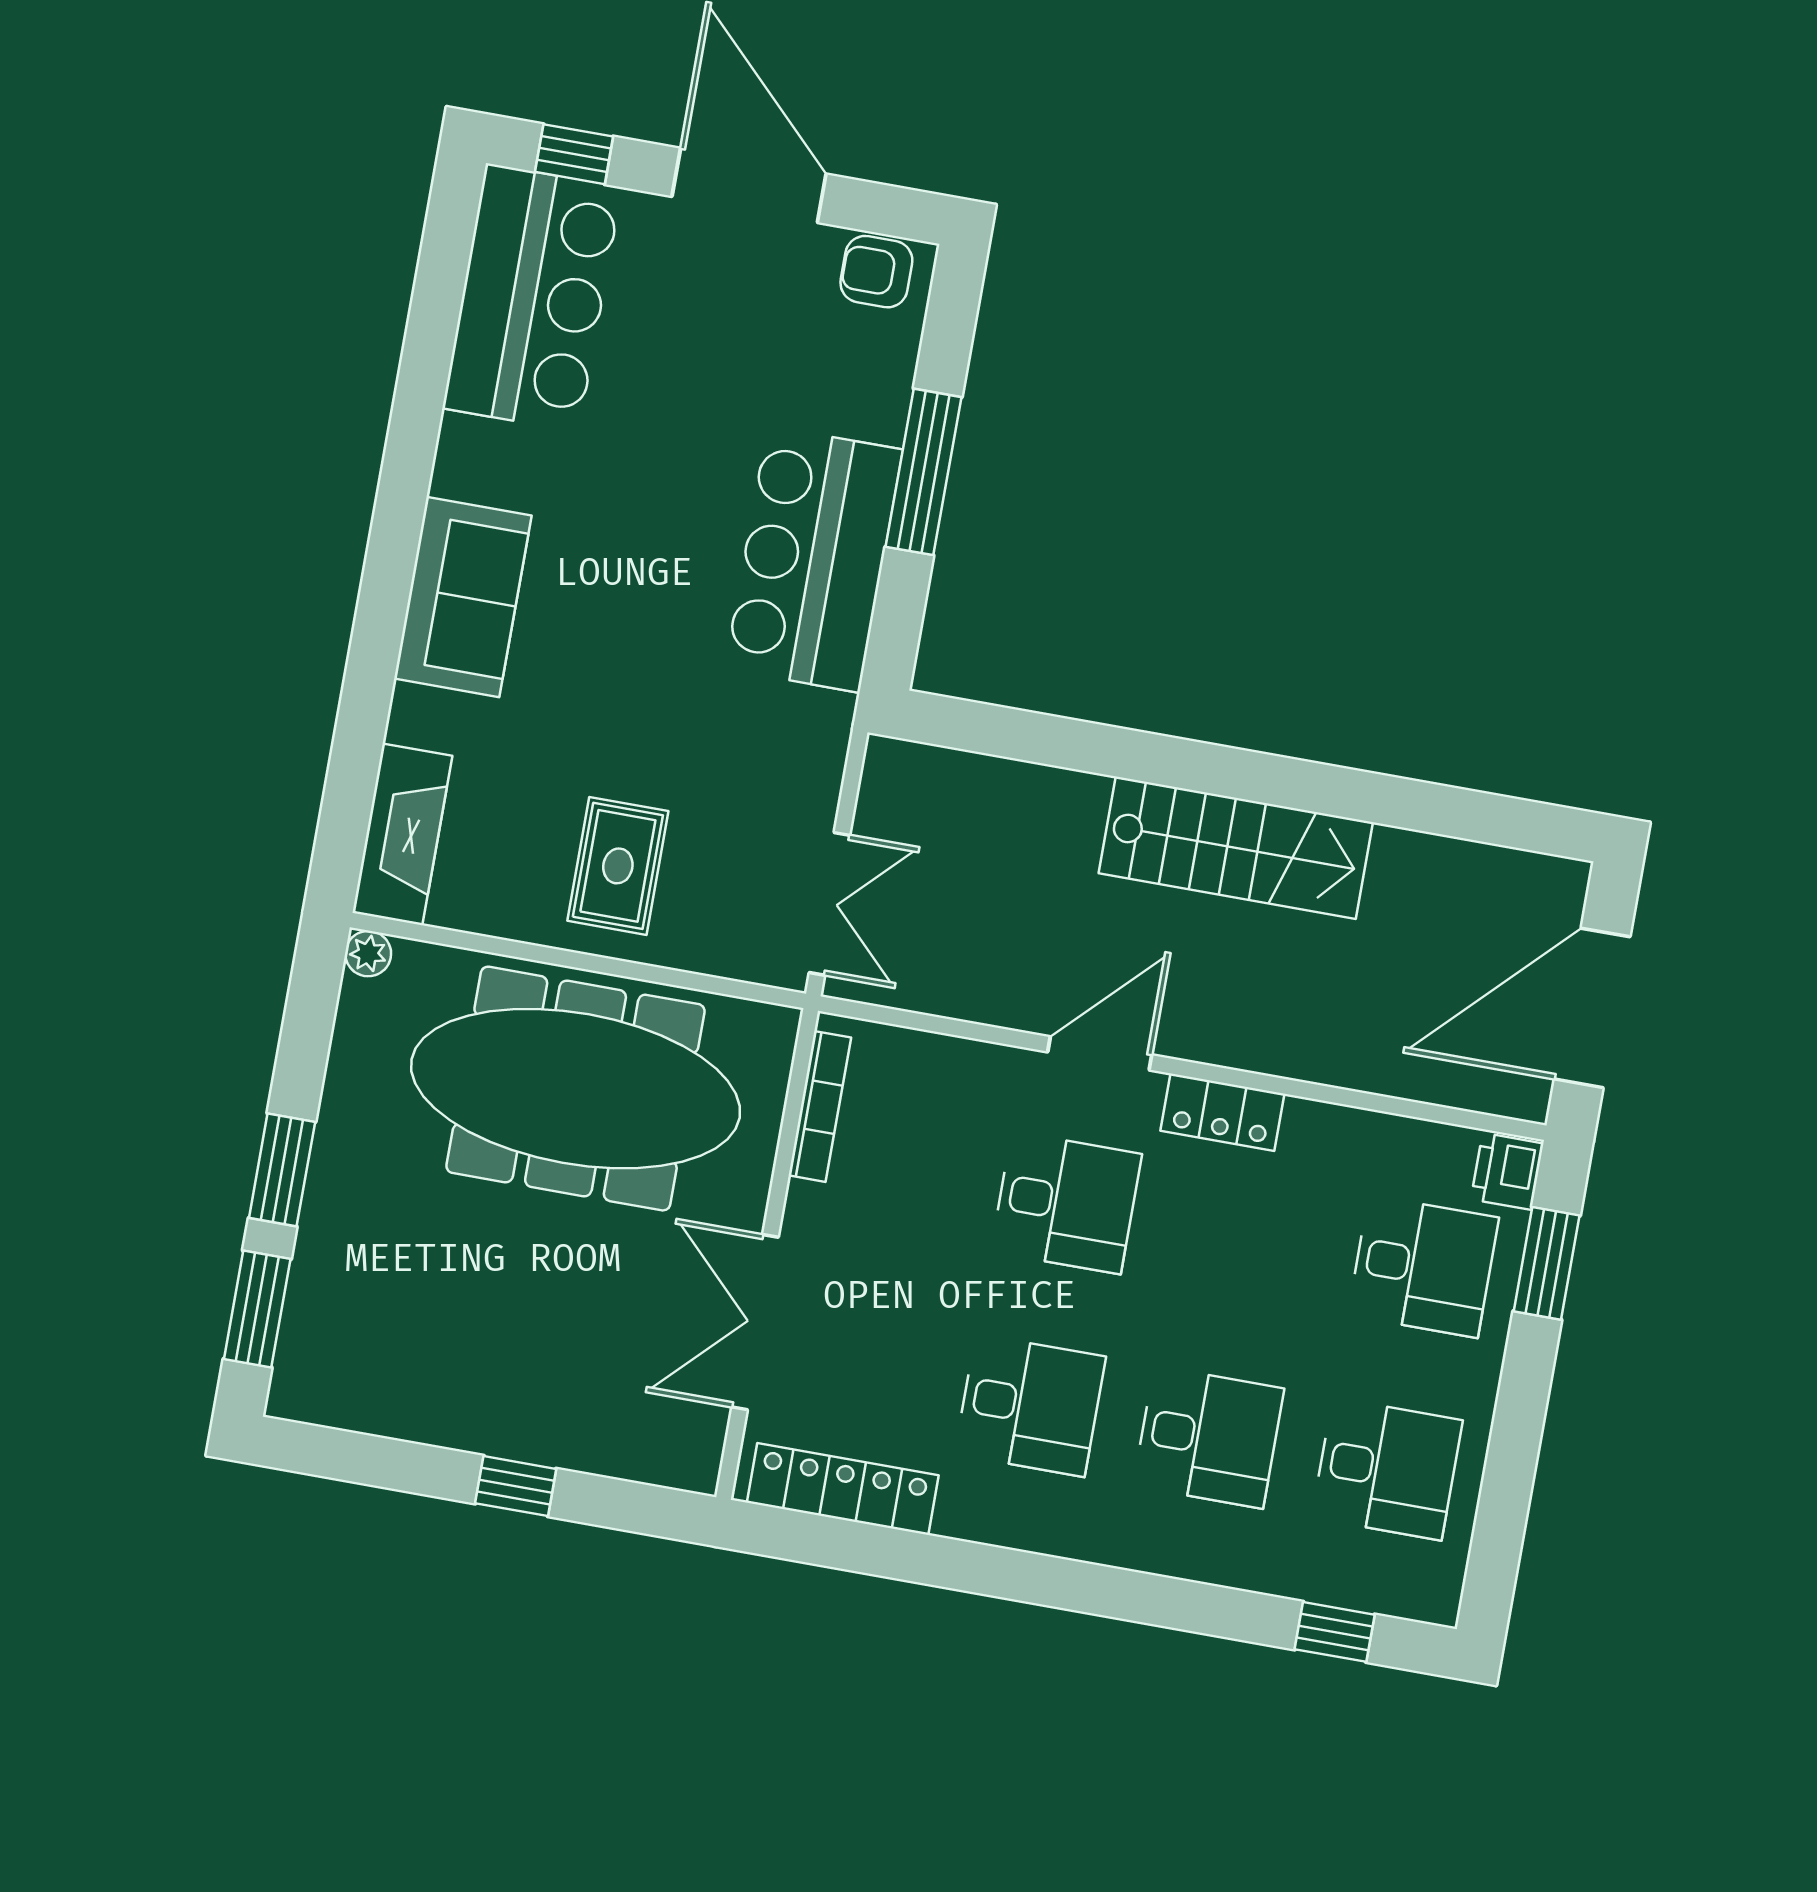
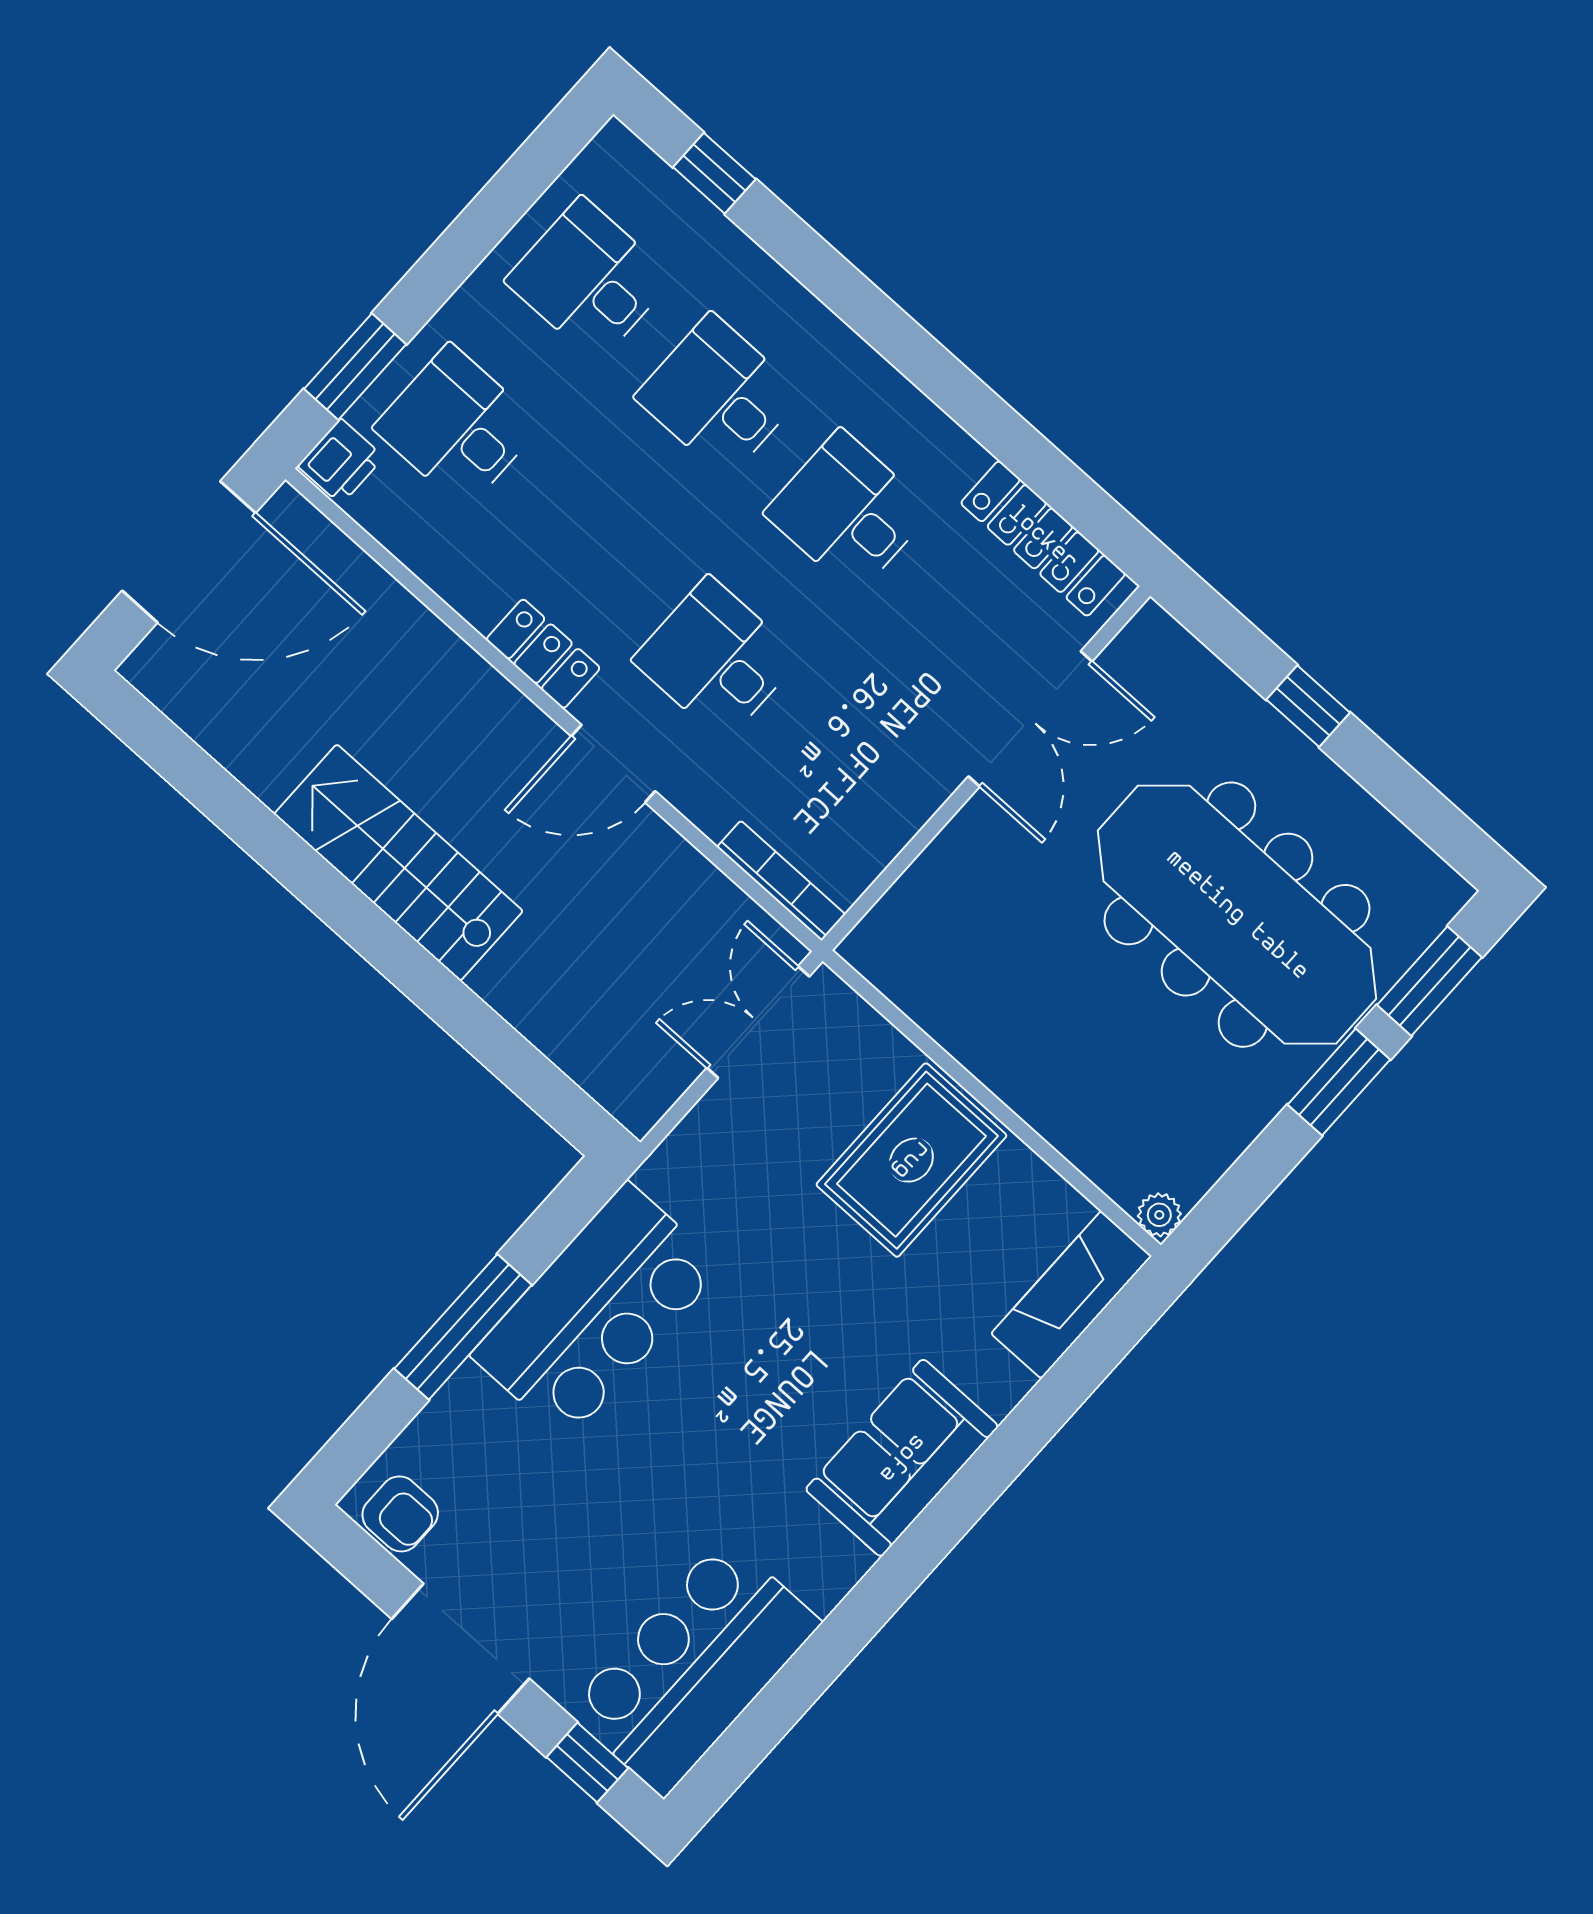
rug: (618, 866) -> (911, 1160), width x1.36, depth x1.43
meeting table: (576, 1089) -> (1237, 915), moved
bookcase: (820, 1106) -> (781, 881), moved, turned 90

